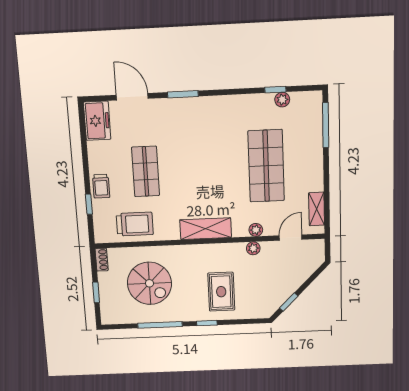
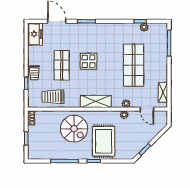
display table: (190, 163) -> (89, 61), added
trolley: (135, 224) -> (53, 97), turned 180
door: (291, 238) -> (147, 109), swing flipped
spiral stairs: (149, 283) -> (74, 129), moved
rug: (221, 292) -> (104, 141), width x1.36, depth x1.43

